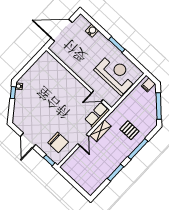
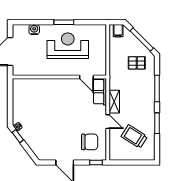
reception desk: (116, 74) -> (68, 46), moved
door: (97, 96) -> (86, 77), hinge flipped
pallet: (129, 130) -> (137, 63), moved
trolley: (92, 167) -> (134, 136), added

